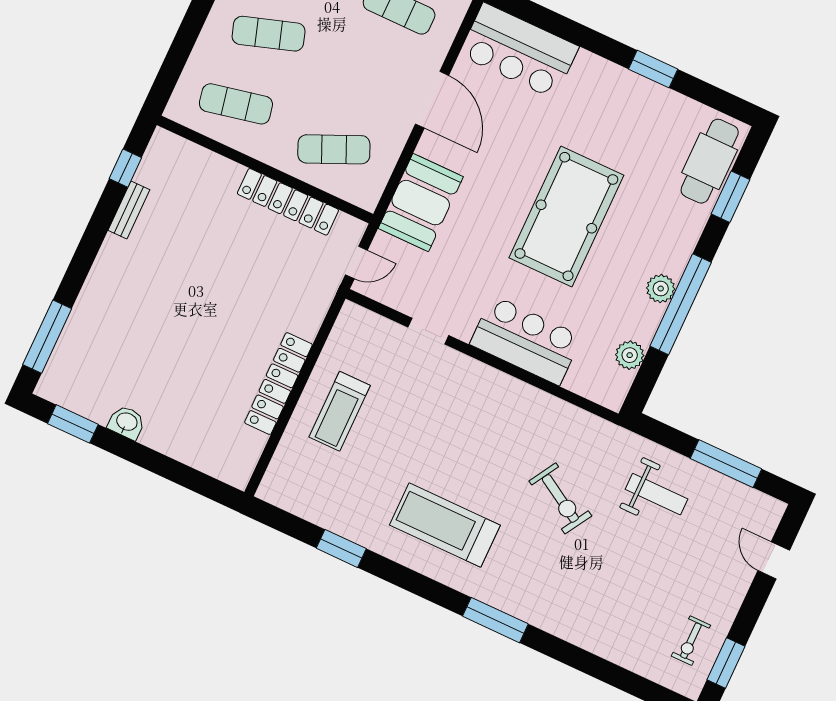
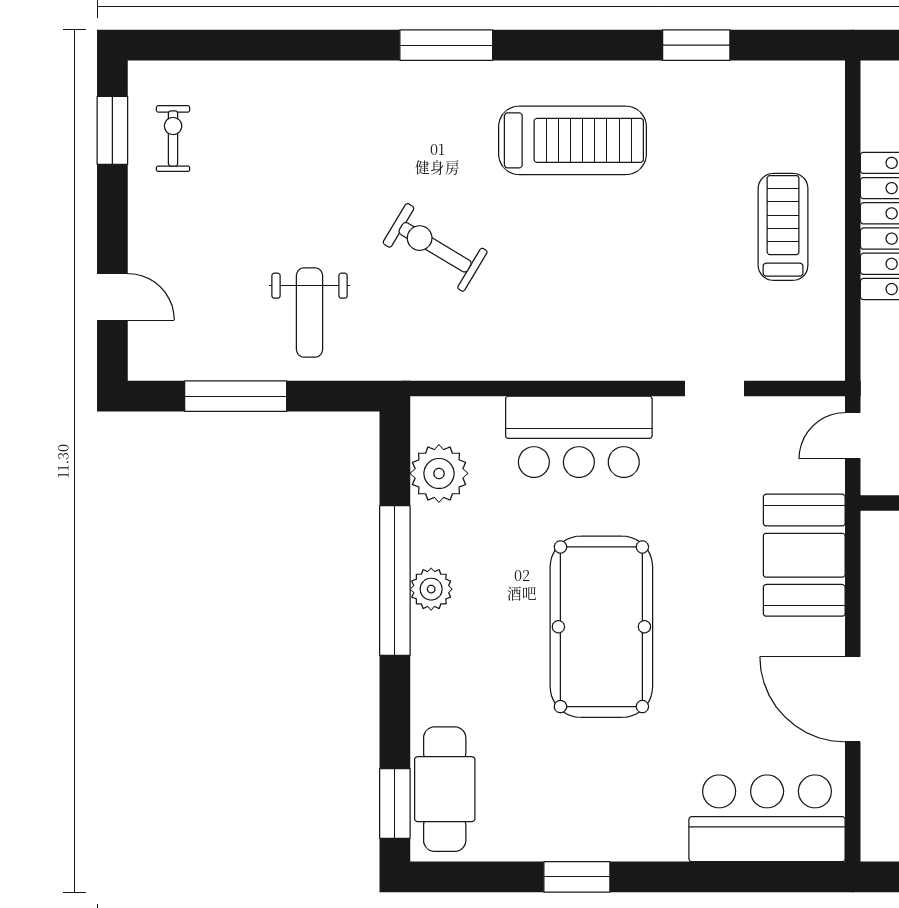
window: (730, 197) -> (395, 803), moved
plant: (630, 355) -> (439, 473), width x1.36, depth x1.36
weight bench: (657, 494) -> (310, 313), turned -90

